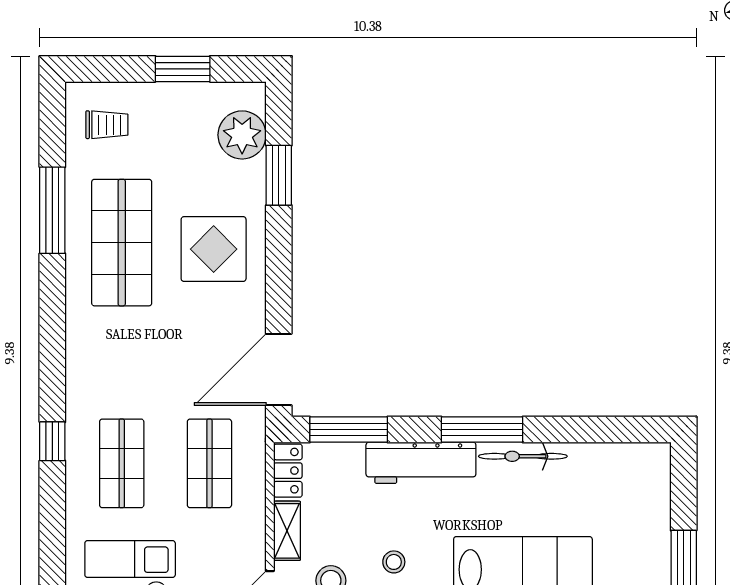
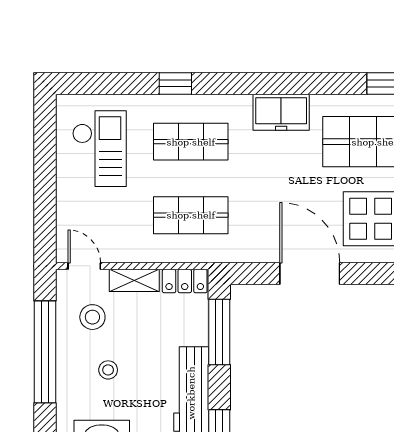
freezer: (87, 356) -> (281, 112), added
door: (279, 369) -> (310, 273), moved
window: (52, 441) -> (175, 83), moved

